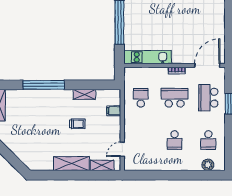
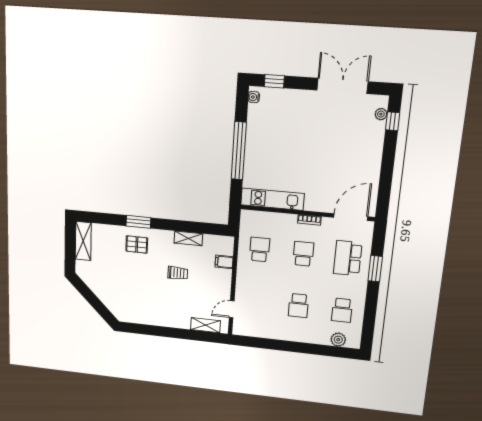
window: (44, 85) -> (138, 222), width x0.47
school desk: (175, 98) -> (303, 254), width x0.54
pallet: (43, 104) -> (137, 245), added
shelving: (71, 164) -> (169, 319), removed

